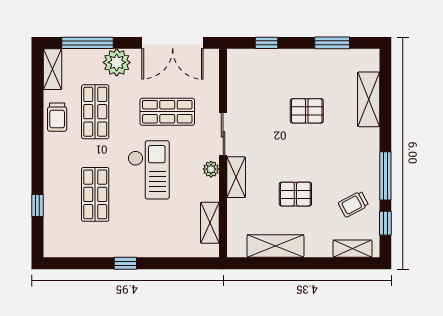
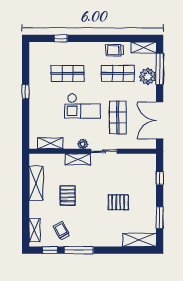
plant: (117, 62) -> (148, 77), moved
shelving: (369, 99) -> (139, 240), moved
pallet: (307, 111) -> (118, 202), turned 90

